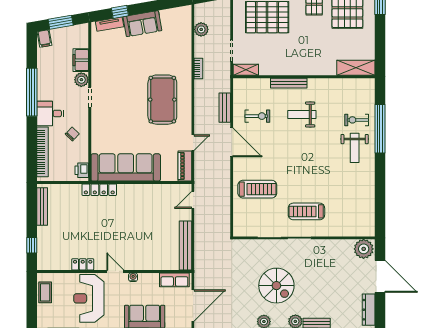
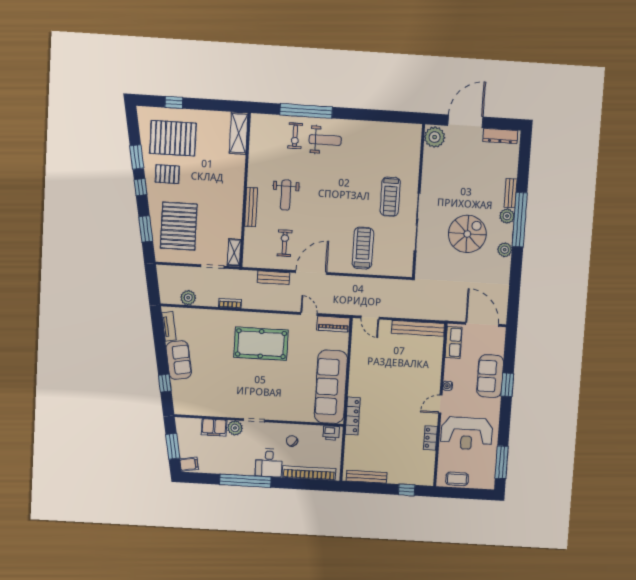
tv unit: (110, 24) -> (169, 326), moved

